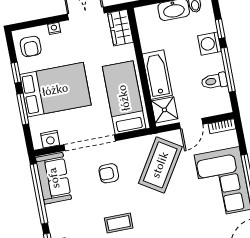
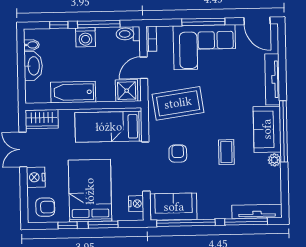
nightstand: (54, 28) -> (36, 177), width x1.89, depth x1.79
washing machine: (209, 44) -> (85, 37), moved
bathtub: (157, 75) -> (73, 92), moved
toilet: (214, 81) -> (128, 34), moved, turned 90
door: (191, 123) -> (144, 68), swing flipped
coffee table: (160, 165) -> (178, 103), turned -40
armchair: (109, 173) -> (178, 154), turned 180

